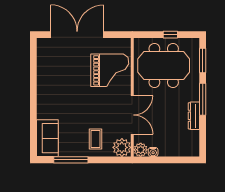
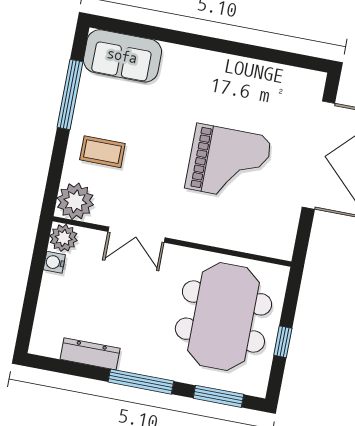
grand piano: (110, 70) -> (228, 163), moved, turned -90
double door: (132, 115) -> (136, 235), width x0.73
dresser: (194, 116) -> (90, 354), moved

